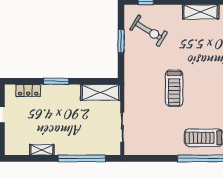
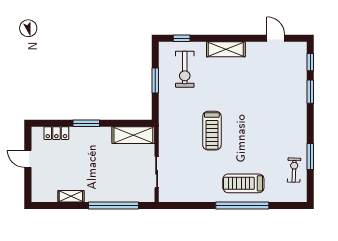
shelving: (201, 12) -> (226, 49), moved
exercise bike: (149, 31) -> (185, 69), turned 59

